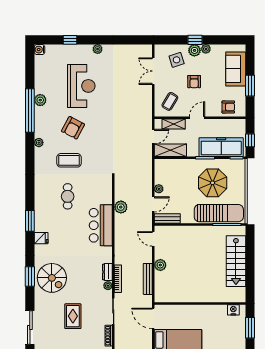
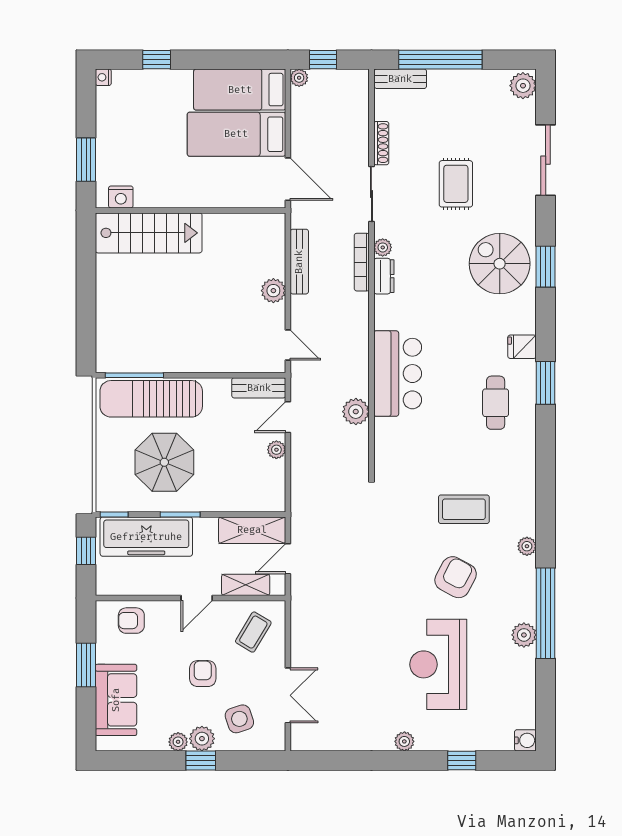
cafe table: (68, 196) -> (496, 403), moved
stairs: (236, 261) -> (149, 233), moved, turned 90

